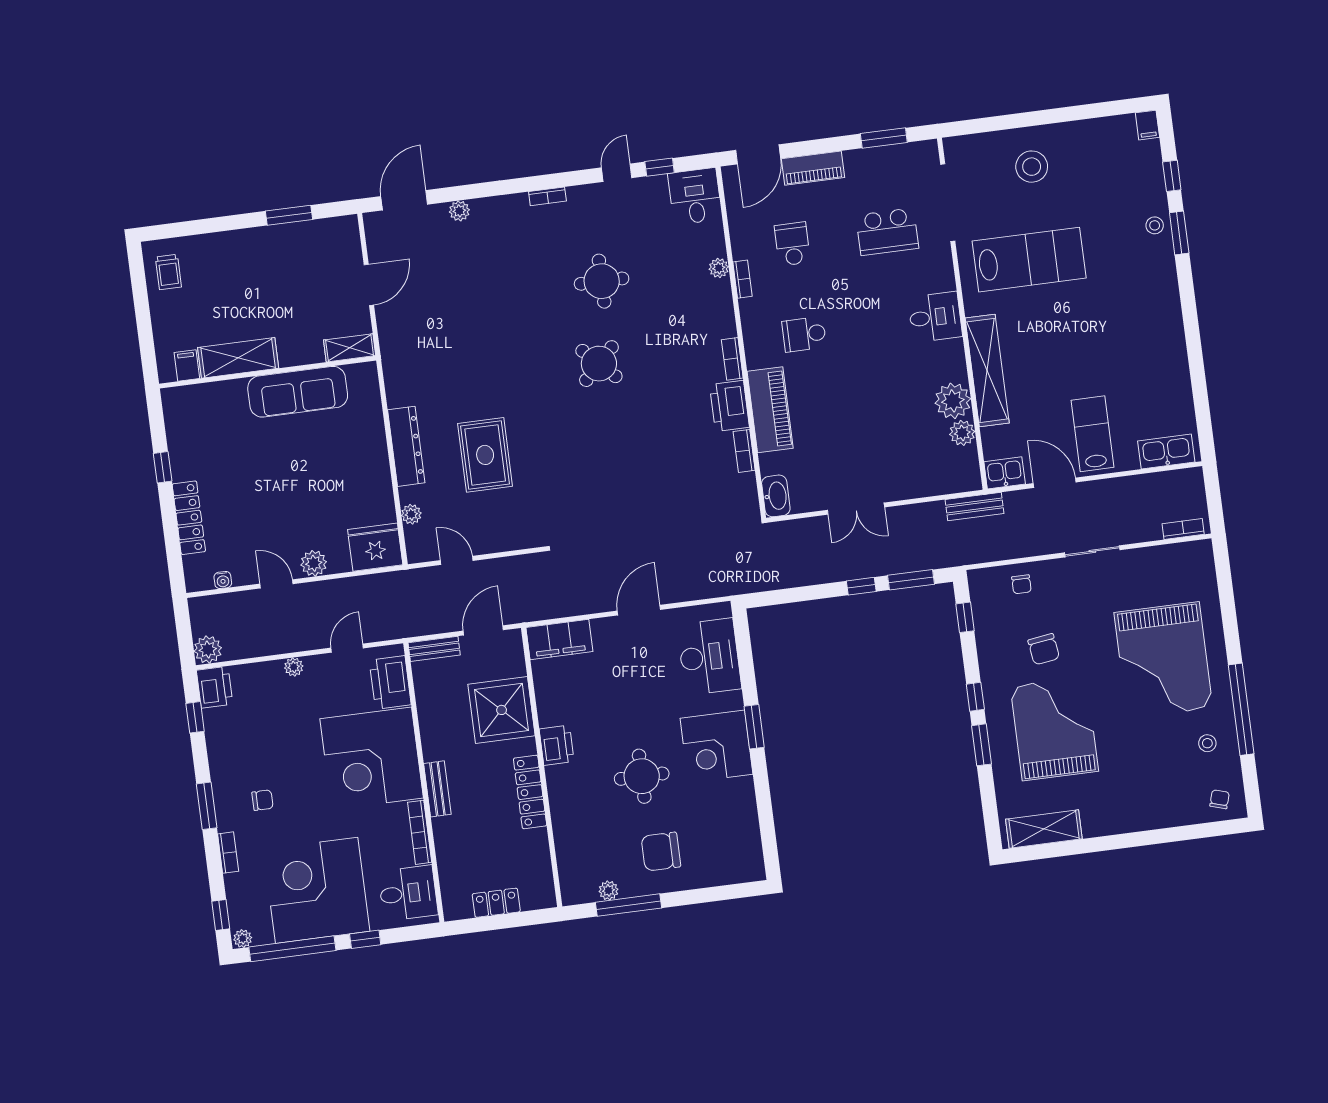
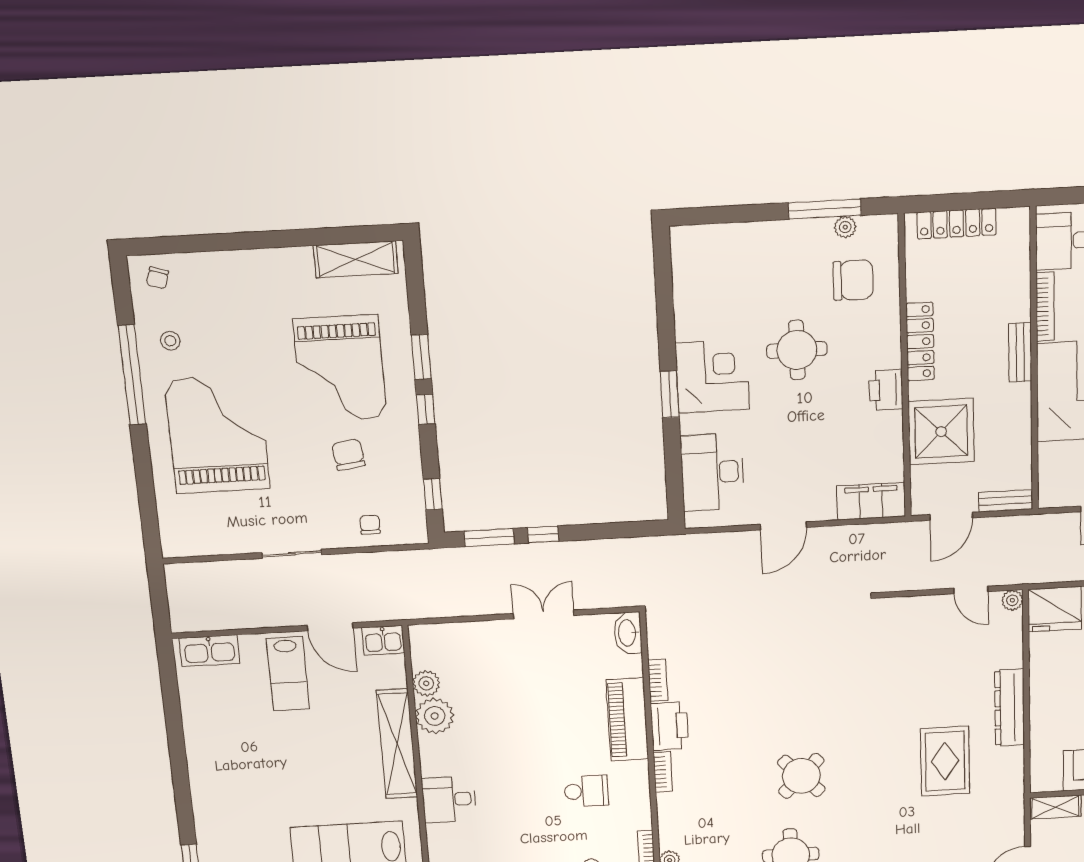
rug: (485, 455) -> (945, 761), moved
bench: (975, 507) -> (417, 608), removed
plant: (411, 514) -> (1012, 600), moved
bookcase: (1183, 529) -> (193, 570), removed
printer: (390, 682) -> (1057, 469), removed
chair: (661, 852) -> (853, 280), moved
locker: (496, 903) -> (957, 224), width x1.53

